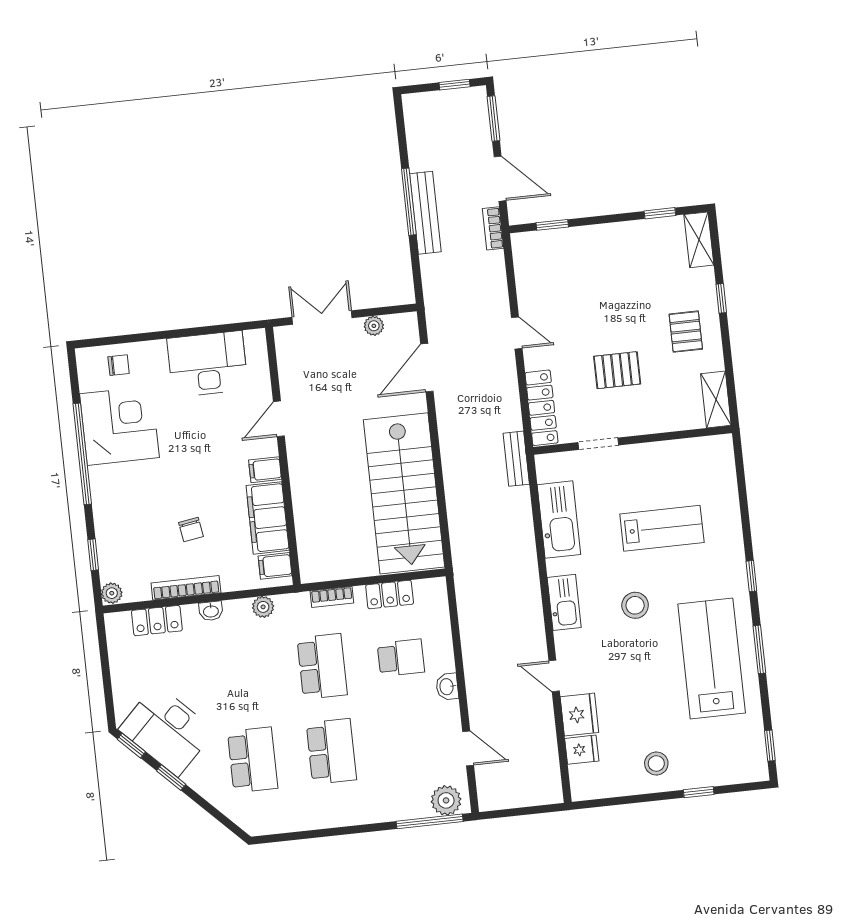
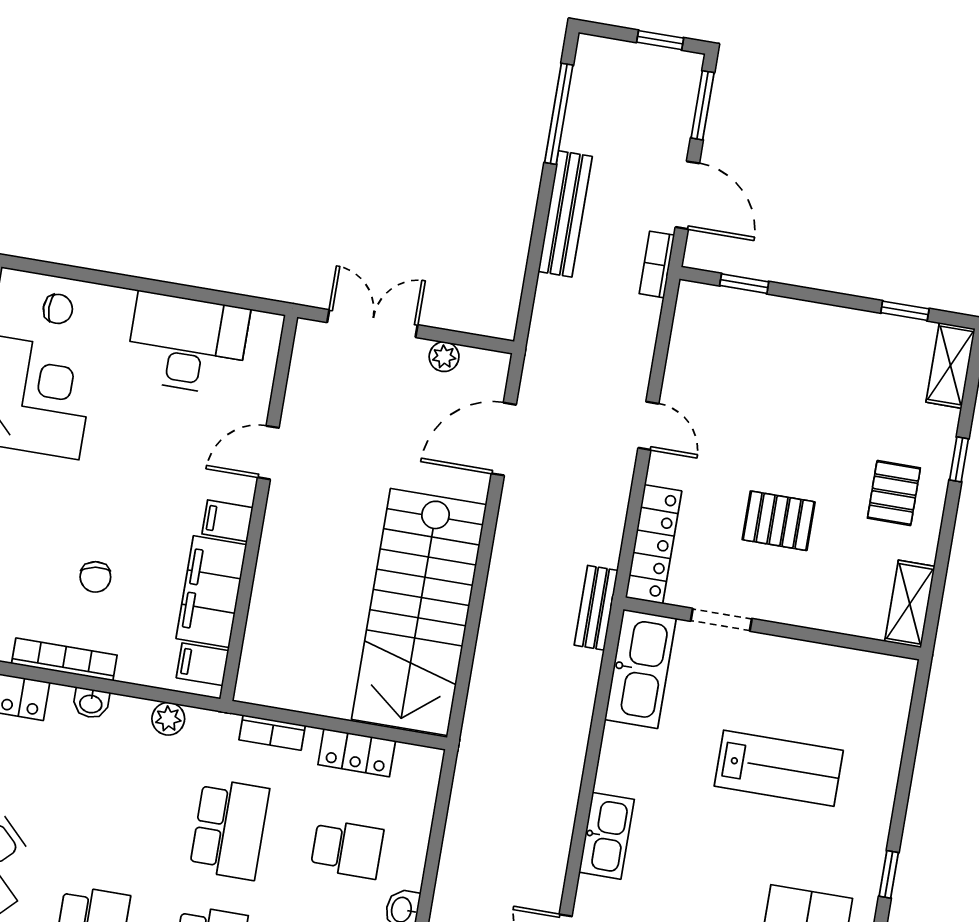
window: (409, 202) -> (559, 114), moved
kitchen sink: (559, 520) -> (640, 669), moved
stool: (635, 605) -> (708, 869), removed

